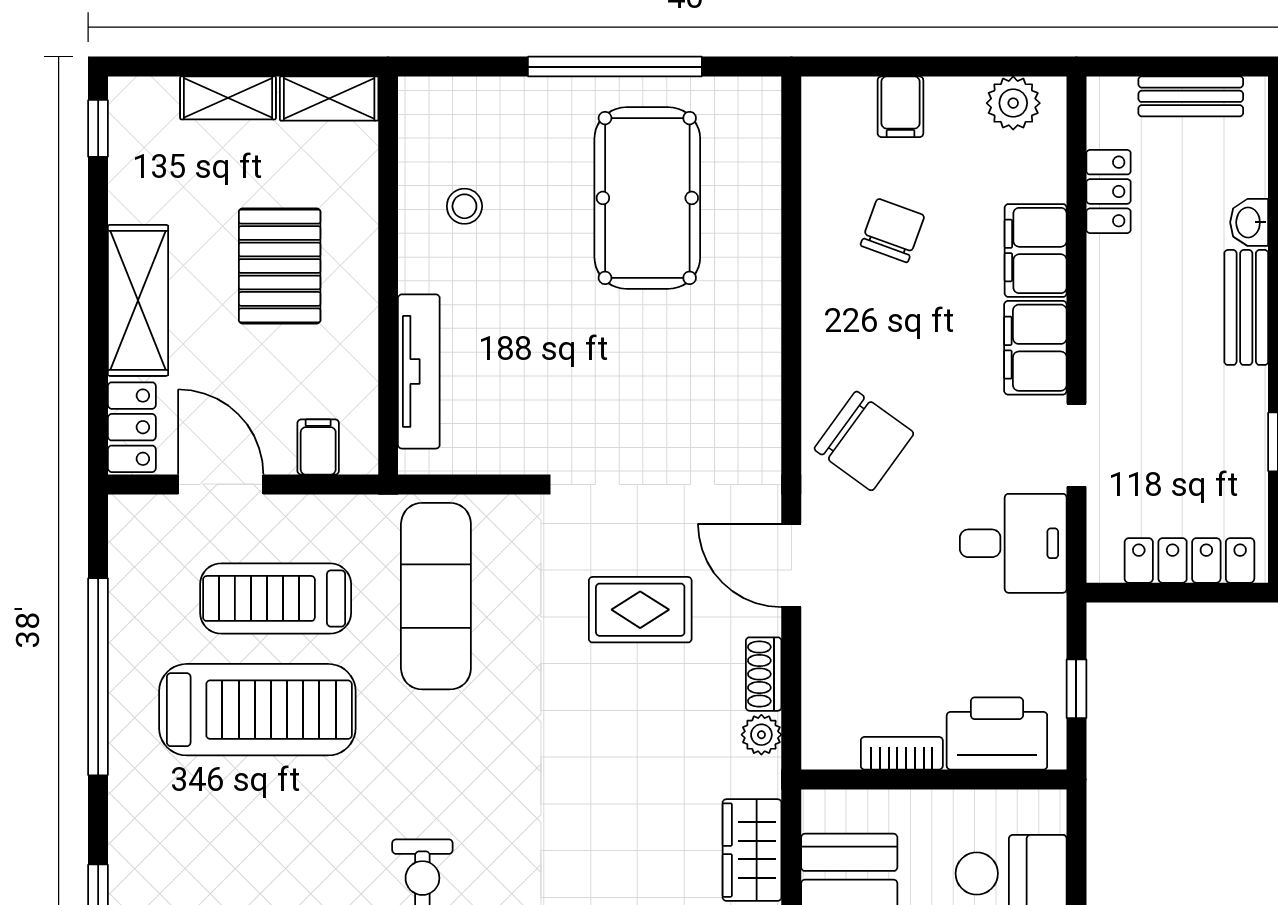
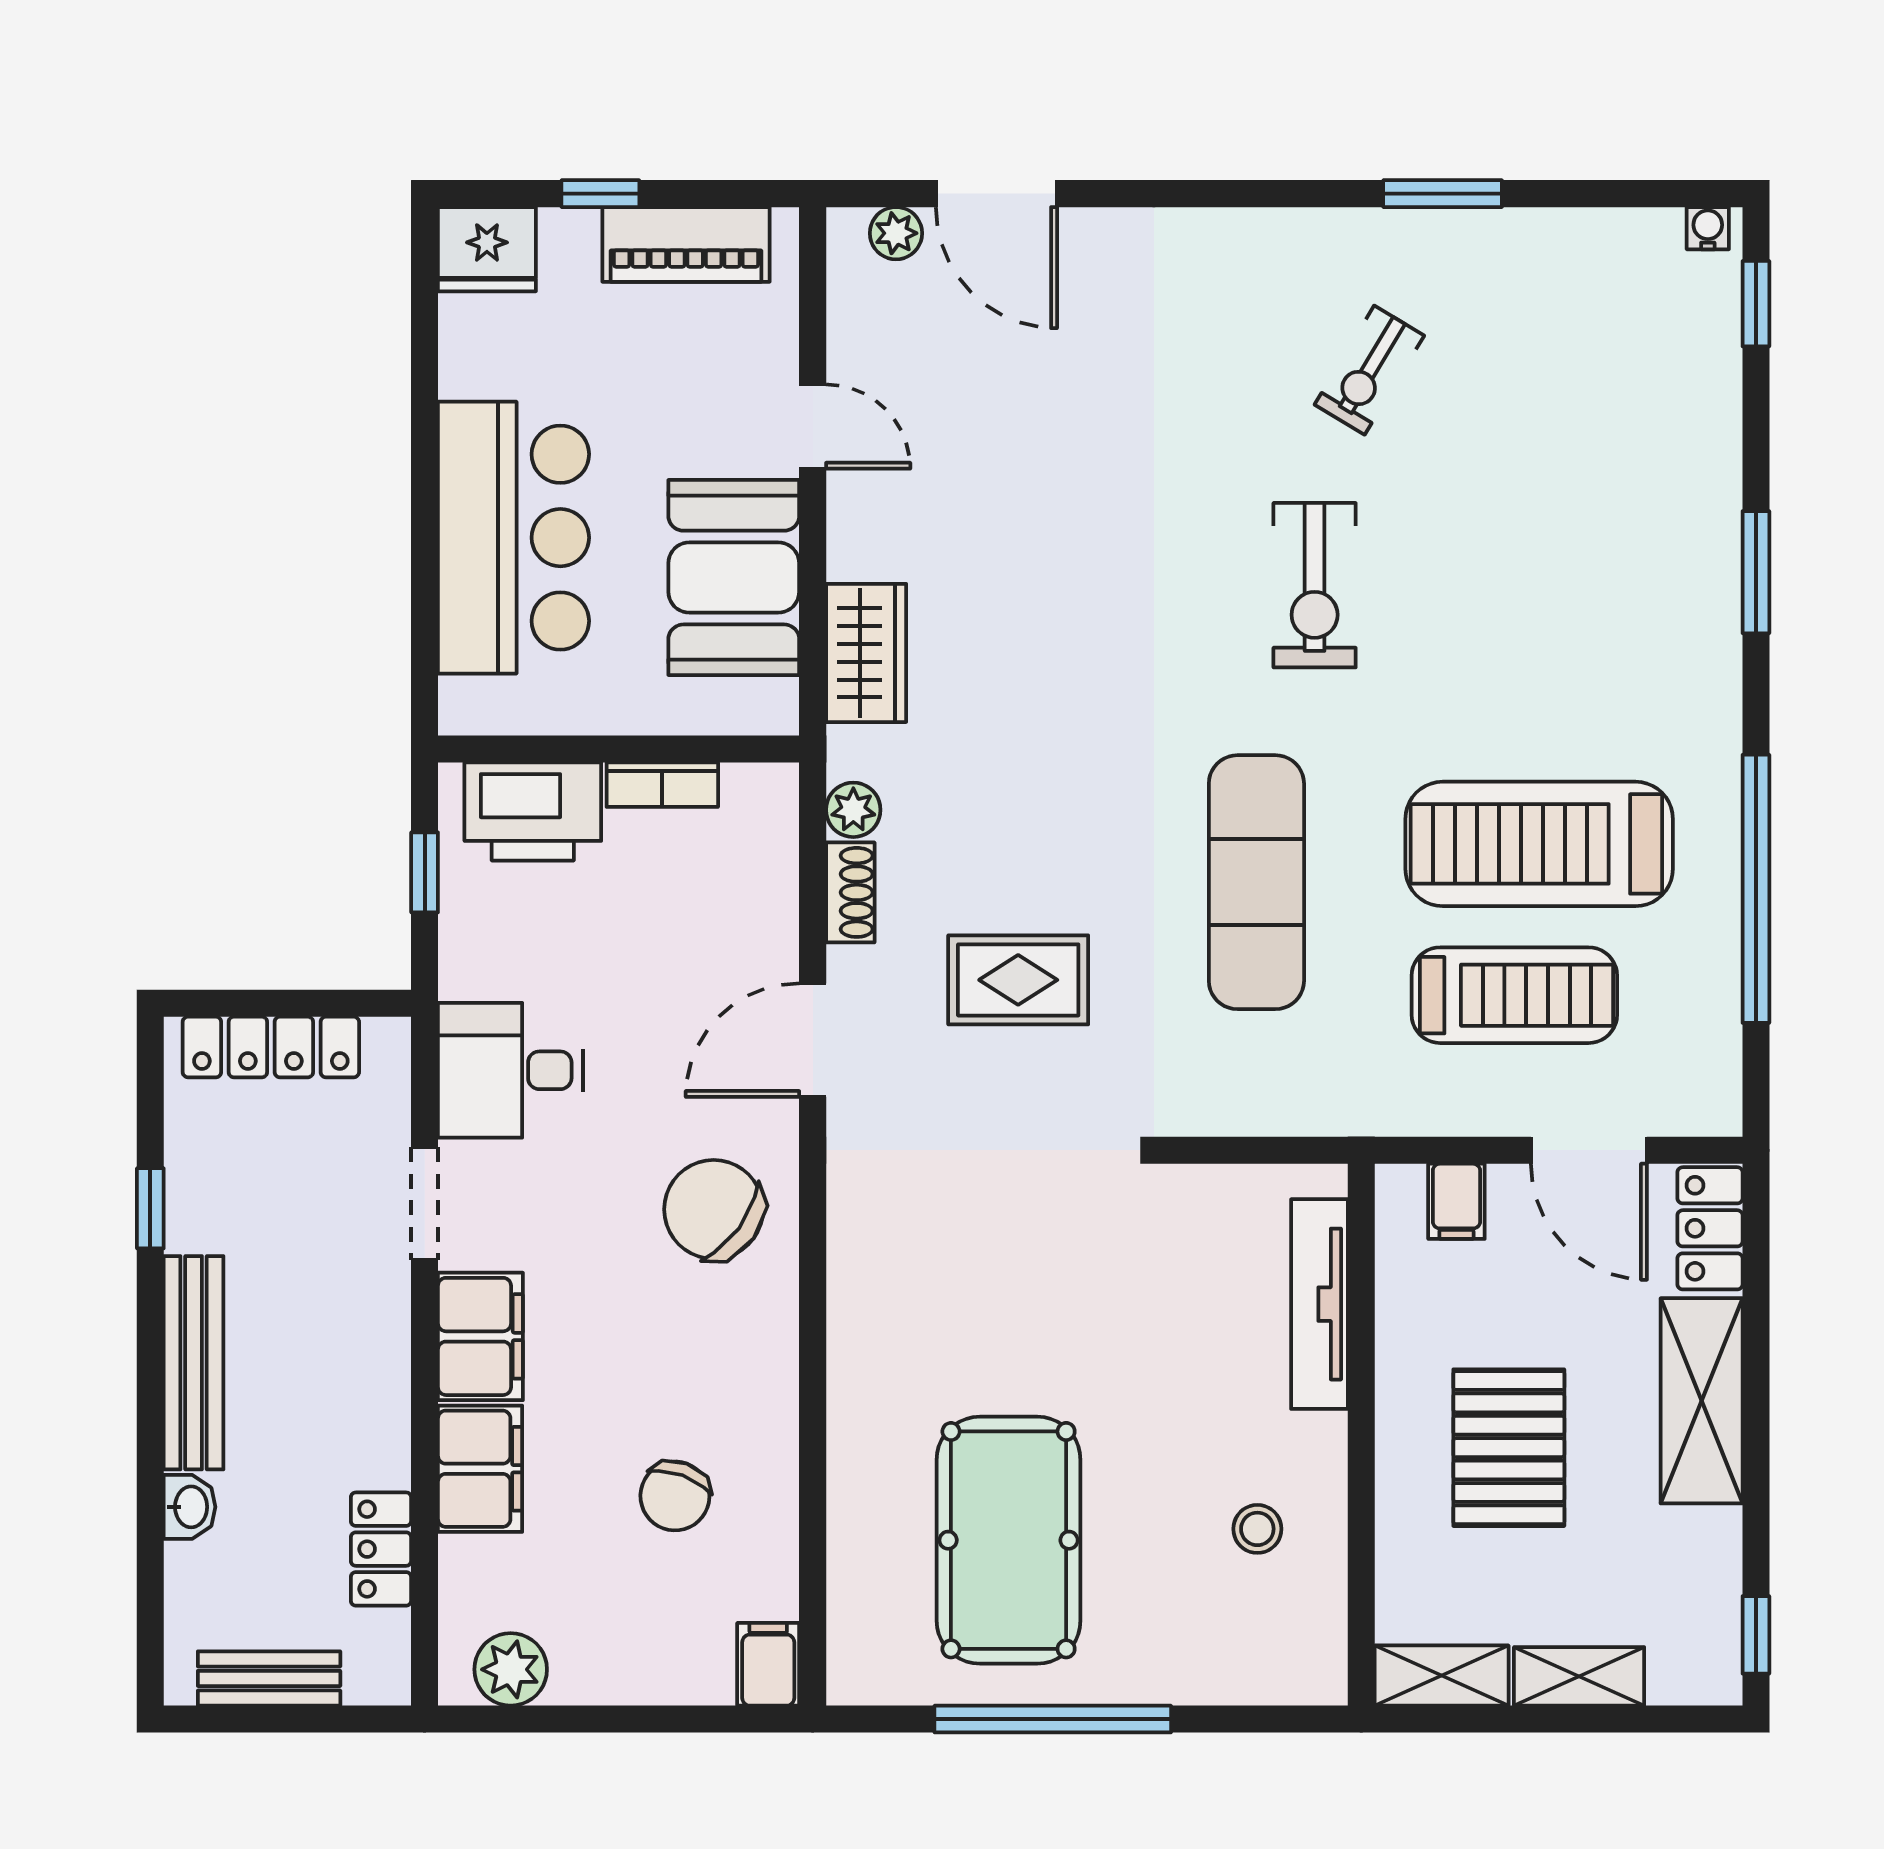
filing cabinet: (900, 107) -> (768, 1664), moved
bench: (1246, 307) -> (194, 1363), width x1.36
door: (791, 565) -> (813, 1040), swing flipped
exercise mat: (436, 596) -> (1256, 882), moved

